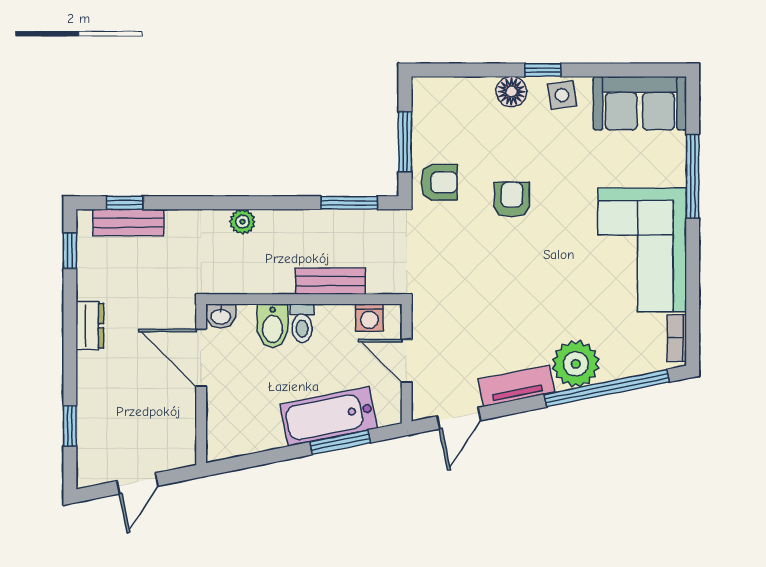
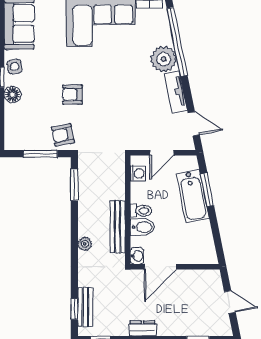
armchair: (439, 182) -> (63, 135), turned -101
bench: (330, 281) -> (118, 227), moved, width x1.36

